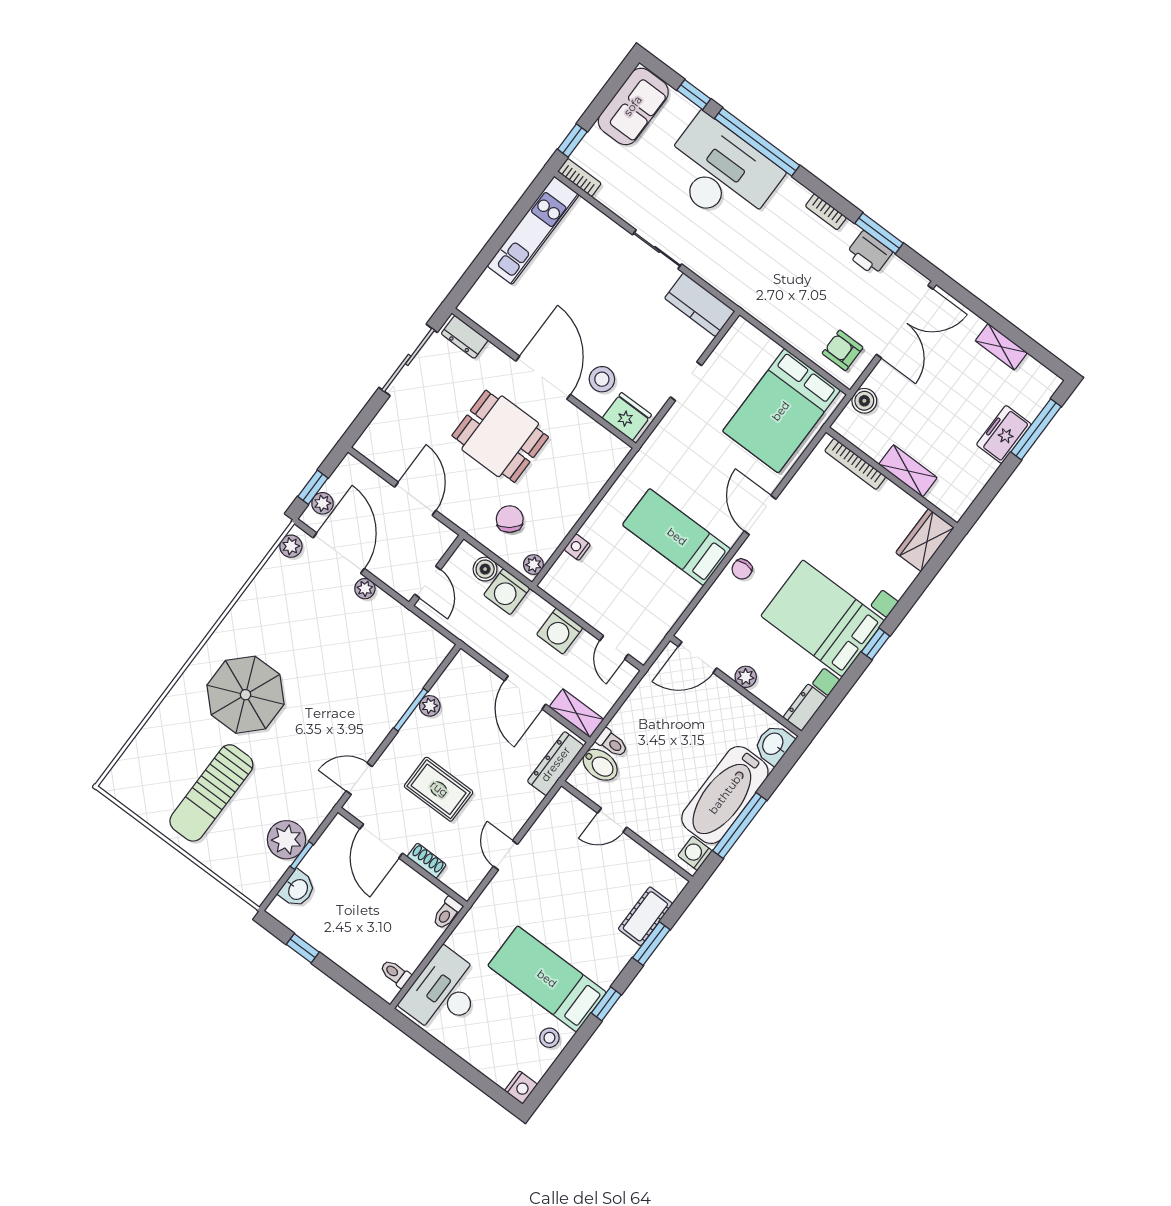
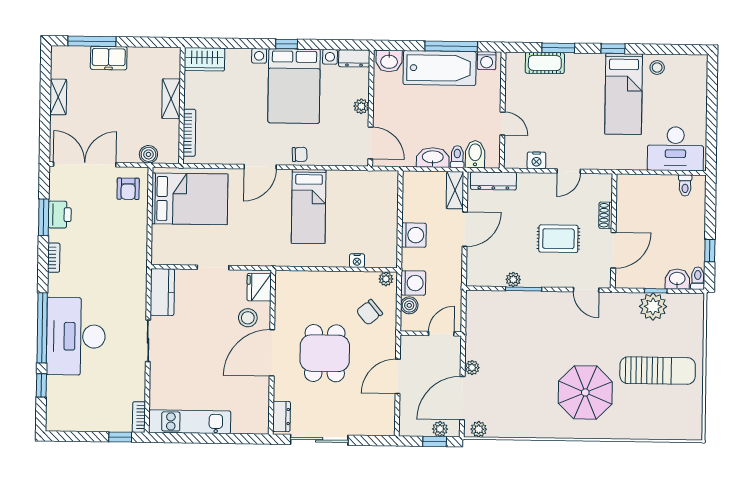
sofa: (633, 106) -> (74, 416), removed
door: (614, 647) -> (400, 196), removed
washbasin: (631, 715) -> (433, 157), added
rug: (439, 789) -> (558, 239), turned 90
toilet: (447, 913) -> (698, 278), moved, turned -90
nightstand: (521, 1088) -> (536, 160), moved, turned 180

